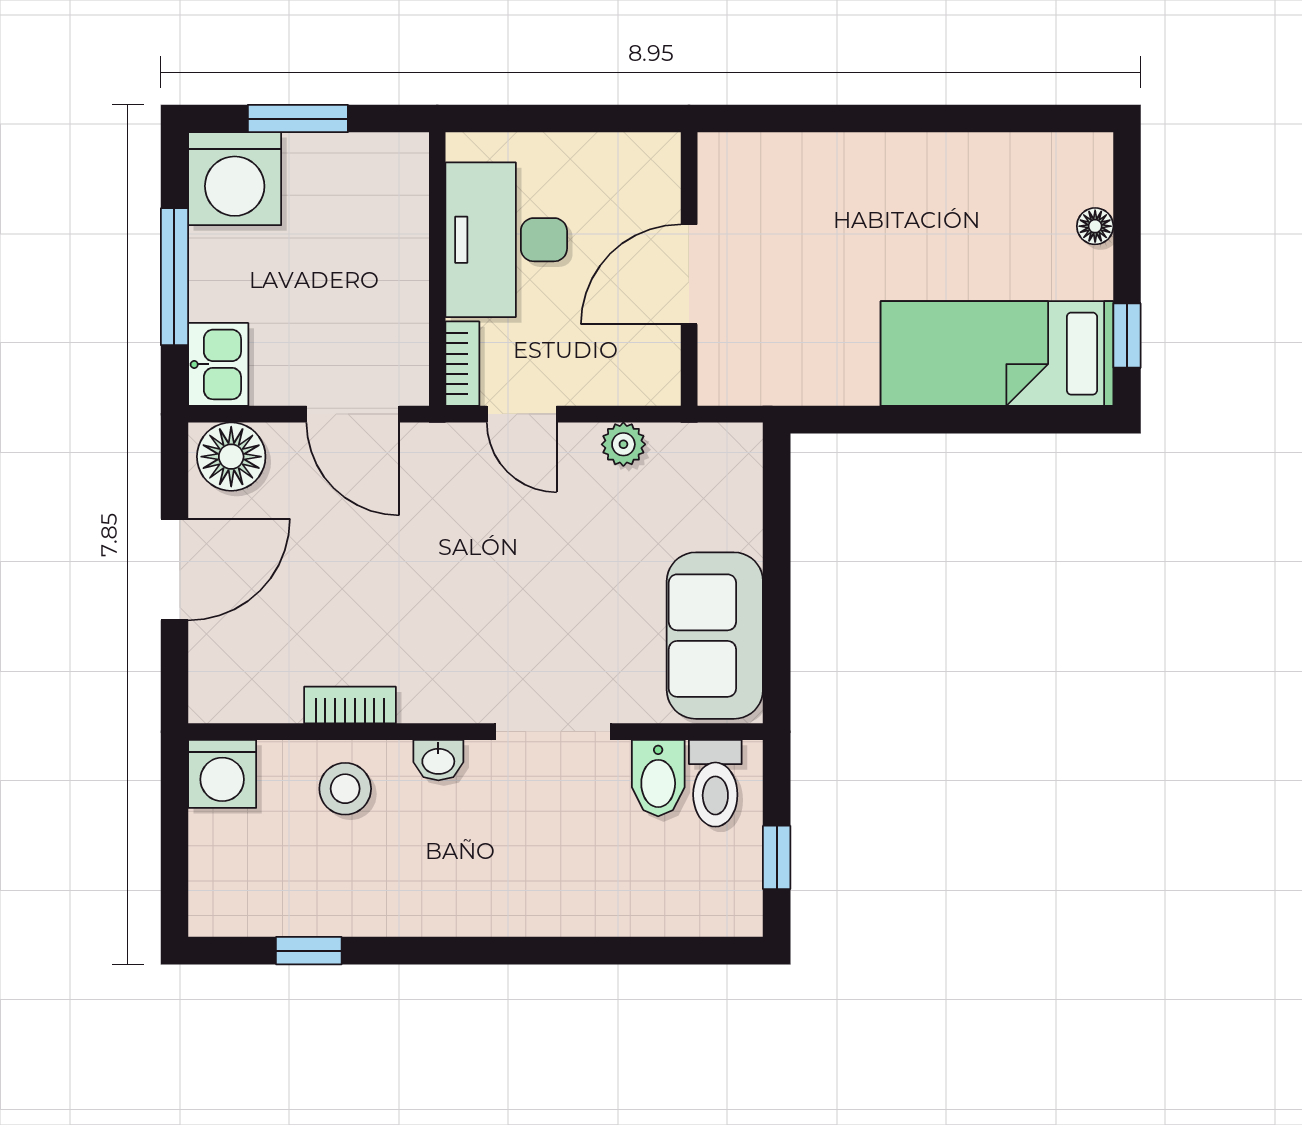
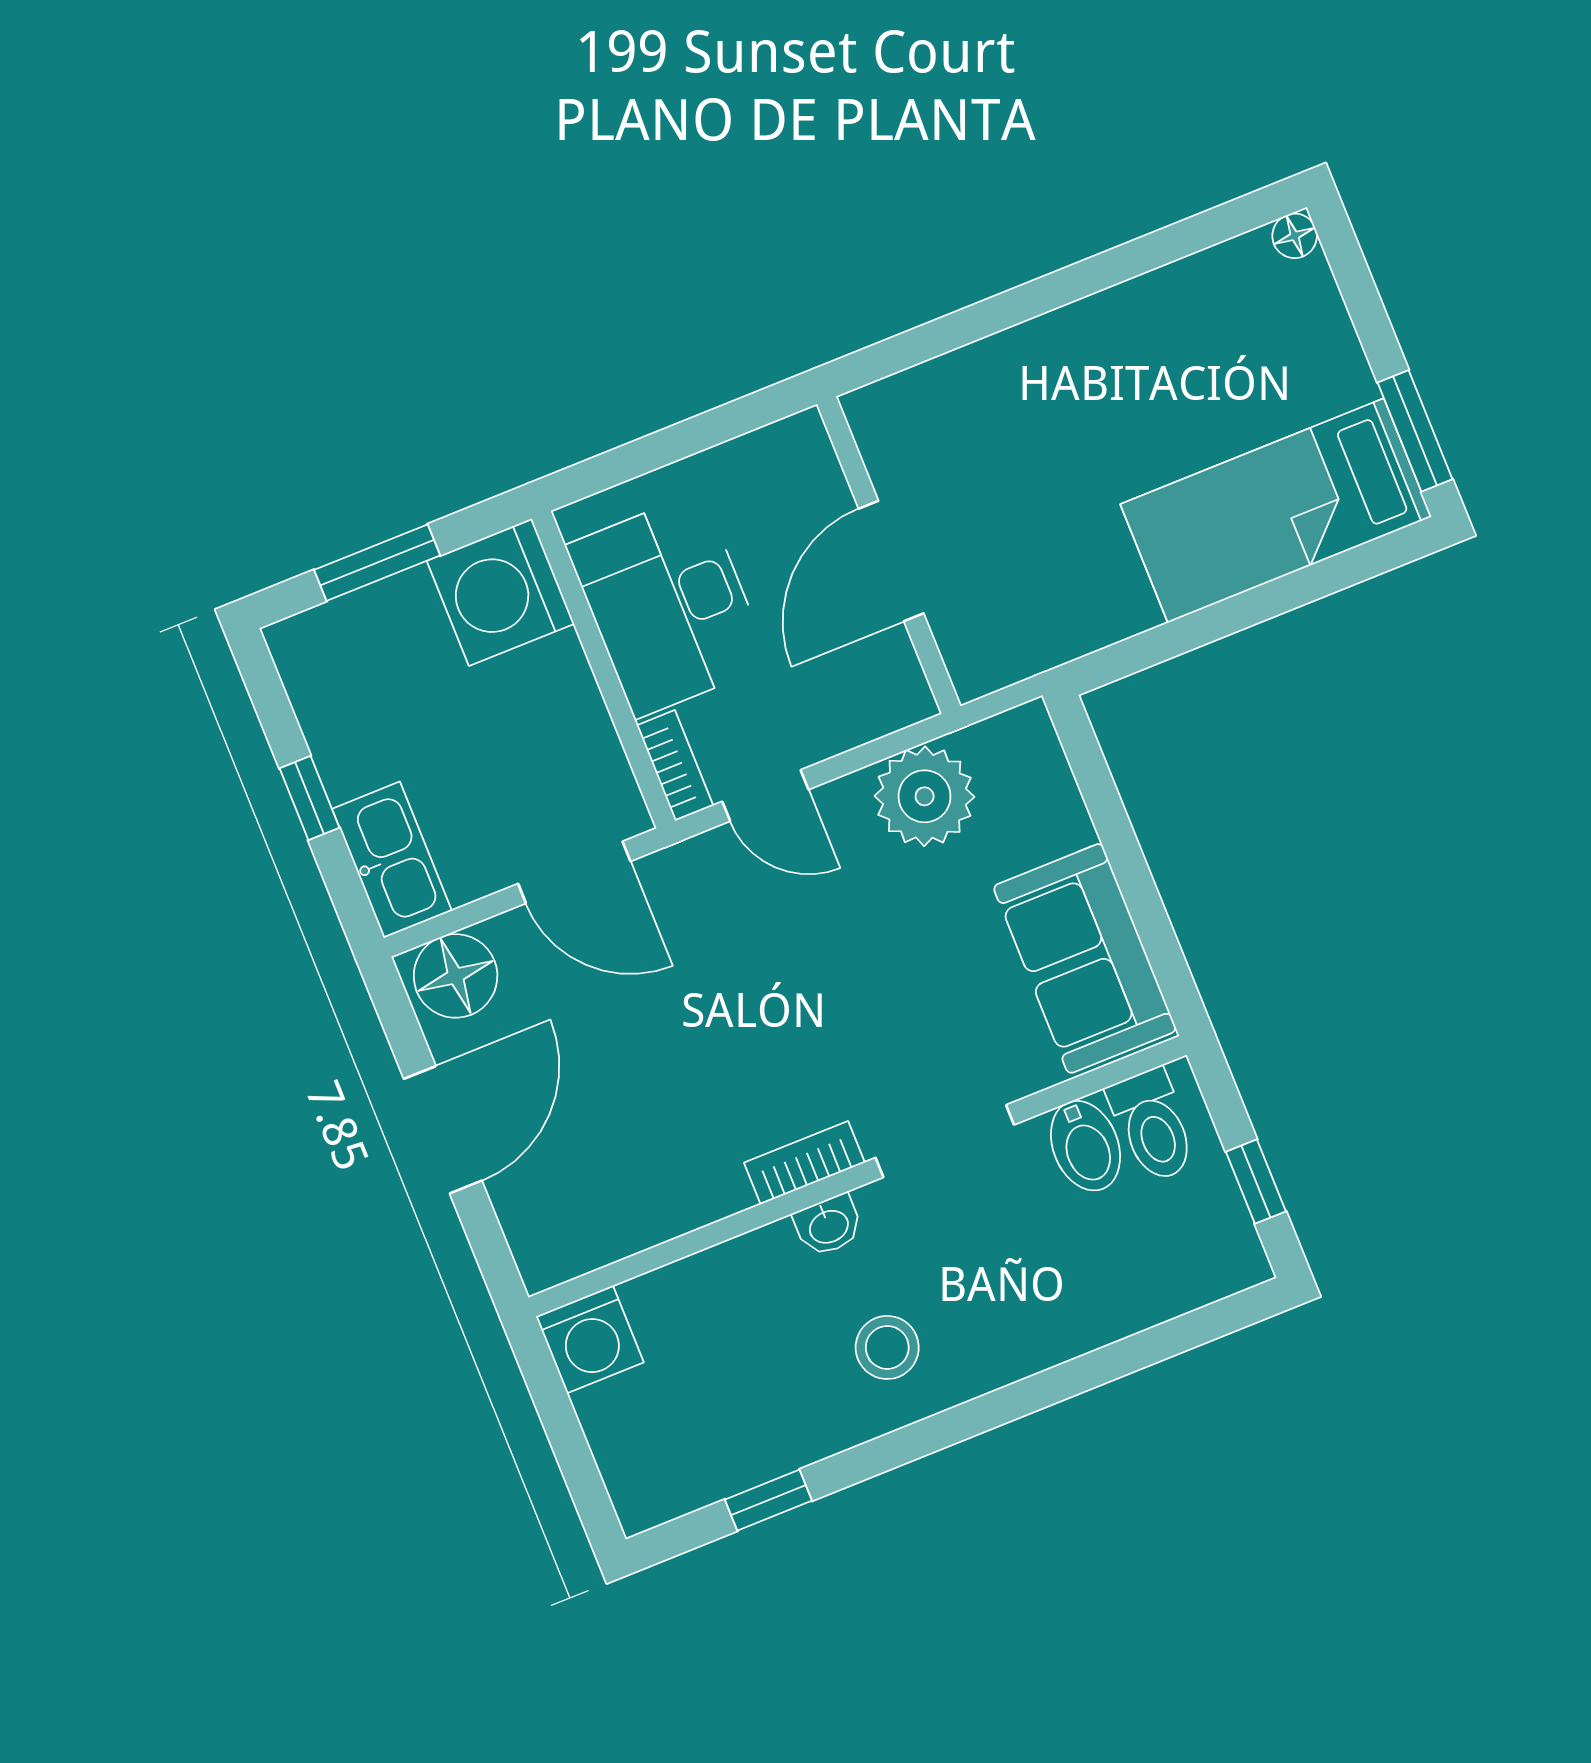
washing machine: (235, 179) -> (500, 592), moved, turned 90
floor lamp: (1095, 226) -> (1295, 236), moved
window: (174, 277) -> (309, 798), width x0.46
window: (1127, 336) -> (1415, 431), width x1.50
kitchen sink: (218, 364) -> (392, 860), width x1.38
plant: (623, 444) -> (925, 796), width x1.87, depth x1.87
bookcase: (350, 705) -> (804, 1163), moved
stool: (345, 789) -> (887, 1347), moved

